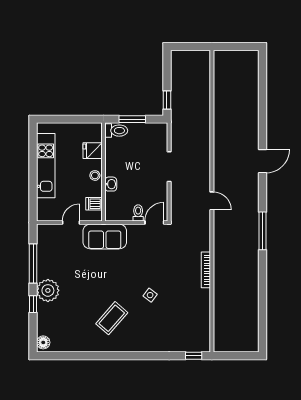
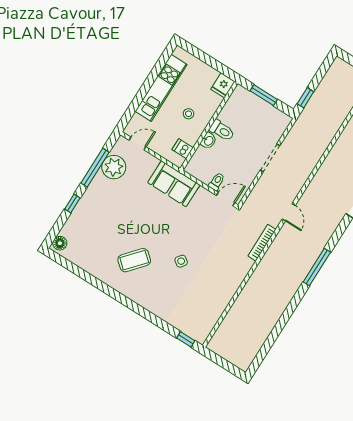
toilet: (116, 131) -> (222, 130), moved
fridge: (93, 151) -> (223, 85), moved, turned -90
stool: (95, 175) -> (189, 114), moved
door: (71, 223) -> (138, 143), moved
bookcase: (206, 270) -> (262, 243), moved
plant: (48, 290) -> (114, 167), moved

